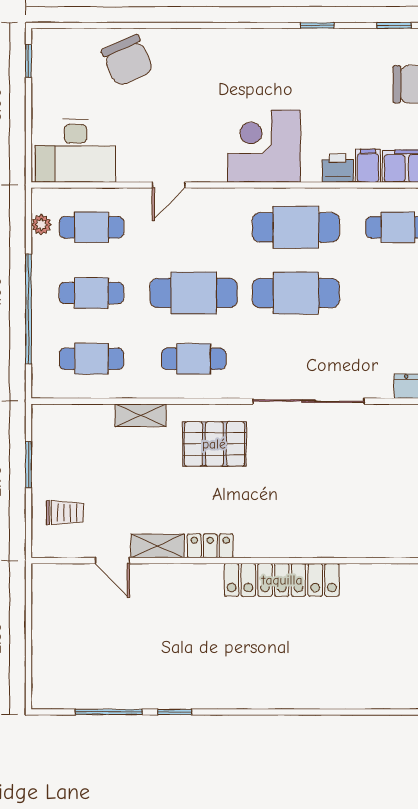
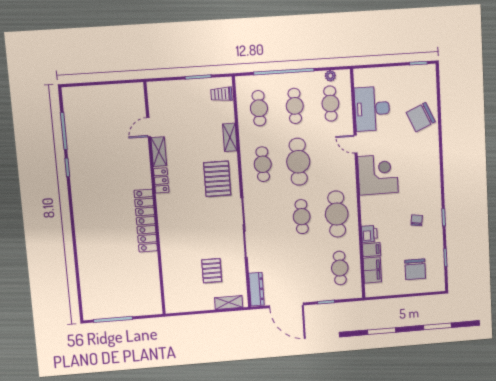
chair: (319, 77) -> (417, 220), added
corner desk: (264, 146) -> (378, 175), moved
desk: (75, 151) -> (372, 109), moved
cafe table: (296, 293) -> (302, 217), width x0.73, depth x0.74
pallet: (384, 467) -> (212, 271), added
trolley: (65, 513) -> (221, 94), moved, turned 90

